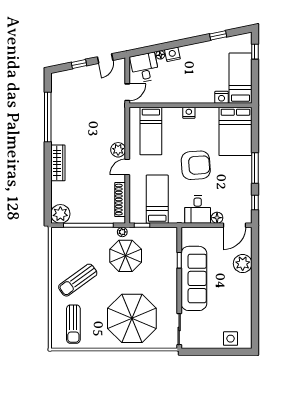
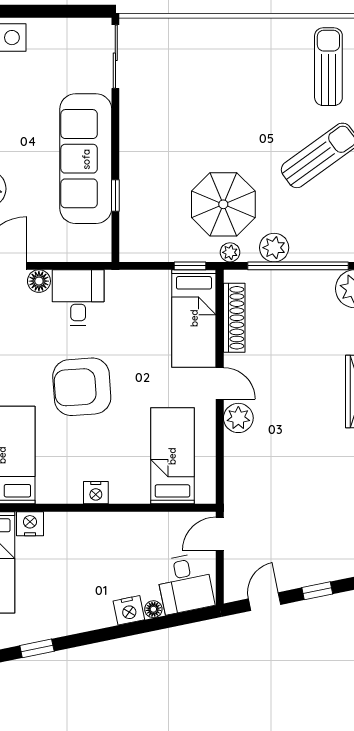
door: (127, 167) -> (220, 383), hinge flipped
bed: (157, 199) -> (194, 318), moved
plant: (100, 234) -> (274, 248), added
parasol: (132, 318) -> (210, 78), removed

